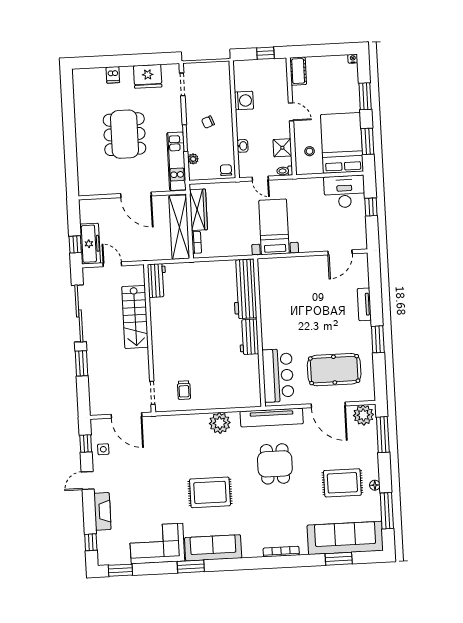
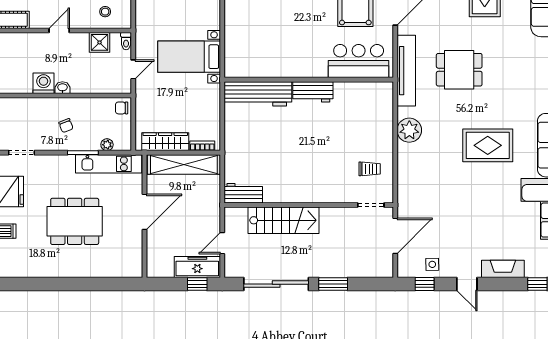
washbasin: (243, 146) -> (62, 88), moved
rug: (210, 492) -> (488, 145), turned 90

